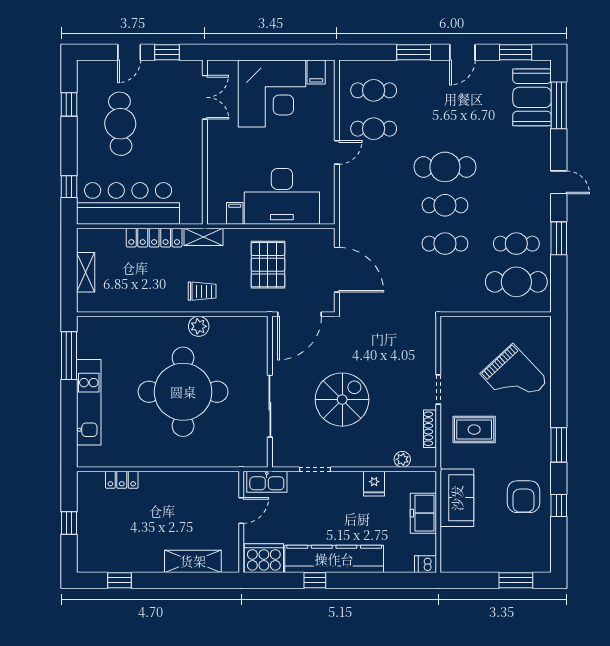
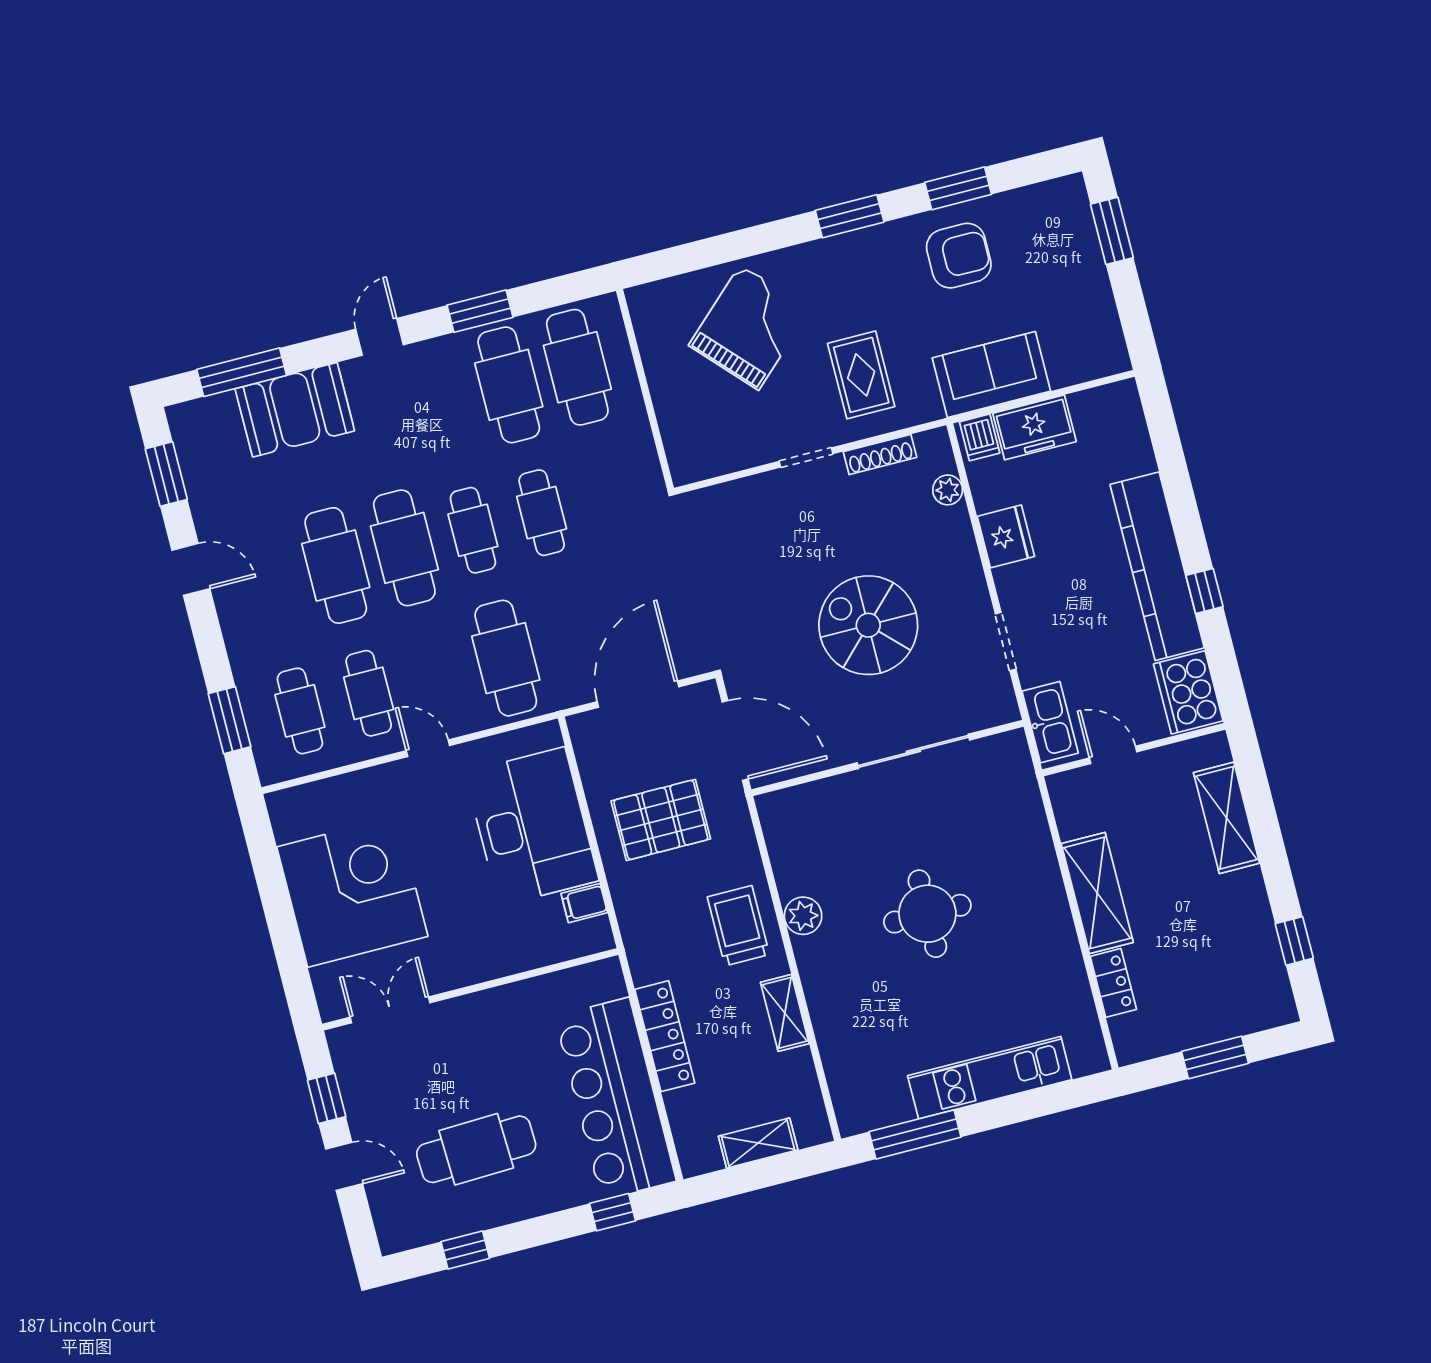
window: (414, 52) -> (229, 720), moved
filing cabinet: (316, 72) -> (293, 822), removed
booth: (532, 97) -> (295, 410), moved
cafe table: (445, 129) -> (336, 565), added
cafe table: (374, 205) -> (506, 658), added
shelving: (204, 237) -> (785, 1013), moved
cafe table: (516, 244) -> (509, 385), width x1.37, depth x1.35
trolley: (202, 291) -> (738, 926), width x1.36, depth x1.39
round table: (183, 392) -> (927, 914), width x0.54, depth x0.54
shelving: (171, 483) -> (1097, 893), added
fridge: (374, 484) -> (1006, 536), width x1.38
window: (559, 505) -> (958, 188), width x1.50
window: (69, 523) -> (1215, 1057), width x1.50
dishwasher: (425, 564) -> (980, 437), moved

